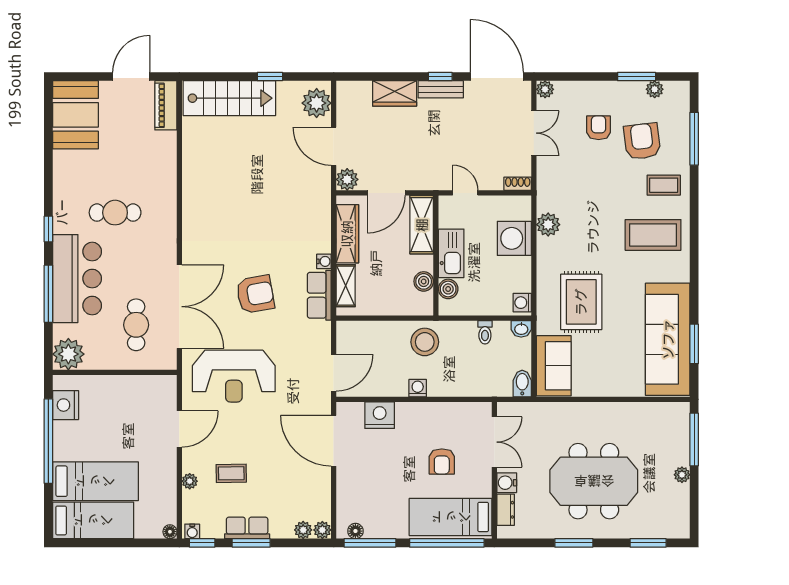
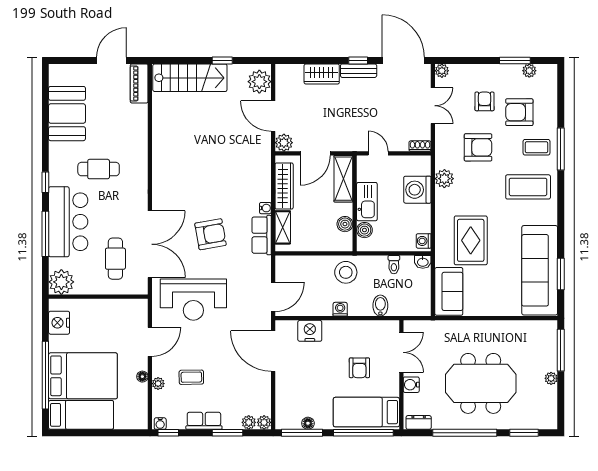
booth: (75, 115) -> (67, 114), moved
window: (694, 139) -> (561, 149), moved
armchair: (642, 141) -> (519, 112), turned -83
armchair: (590, 185) -> (478, 147), added
bidet: (522, 384) -> (380, 306), moved
window: (48, 441) -> (45, 375), moved
bed: (95, 481) -> (83, 376), width x1.50
dresser: (506, 510) -> (419, 422), moved, turned -90
floor lamp: (355, 531) -> (308, 423), moved
floor lamp: (170, 532) -> (142, 377), moved
window: (251, 543) -> (228, 433), moved
window: (574, 543) -> (465, 433), width x2.11

